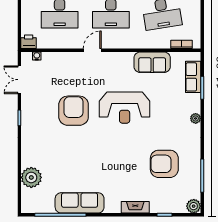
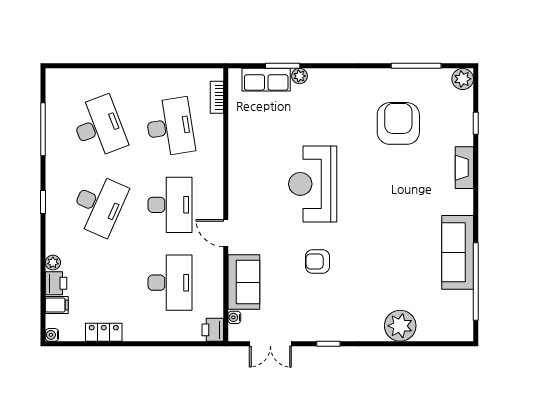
sofa: (152, 62) -> (244, 282), moved
reception desk: (125, 108) -> (313, 184), turned 180
armchair: (74, 111) -> (317, 261), width x0.53, depth x0.53
plant: (196, 118) -> (299, 76), moved
armchair: (164, 164) -> (398, 123), turned 180
plant: (31, 177) -> (400, 326), moved

